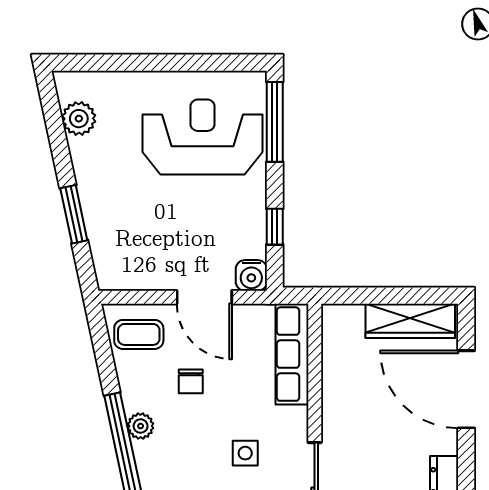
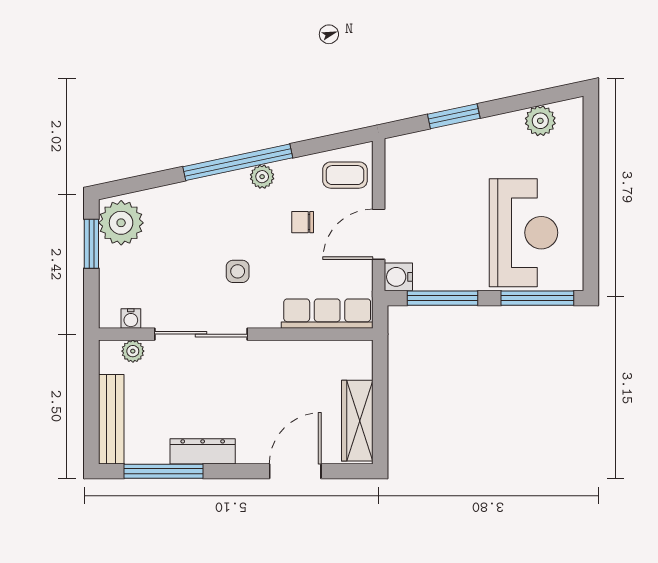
window: (275, 227) -> (442, 298), width x2.17
coffee table: (139, 334) -> (345, 175), turned 90
door: (466, 389) -> (295, 471), width x0.73

